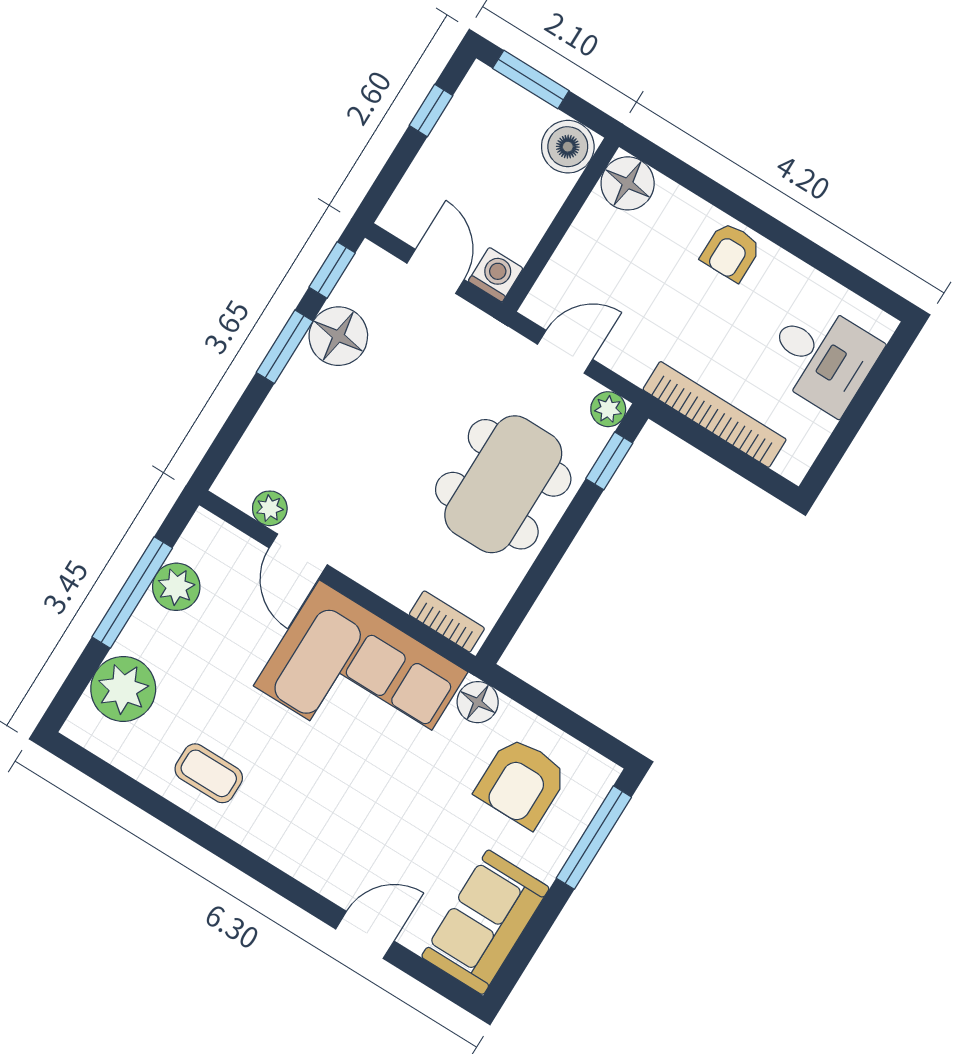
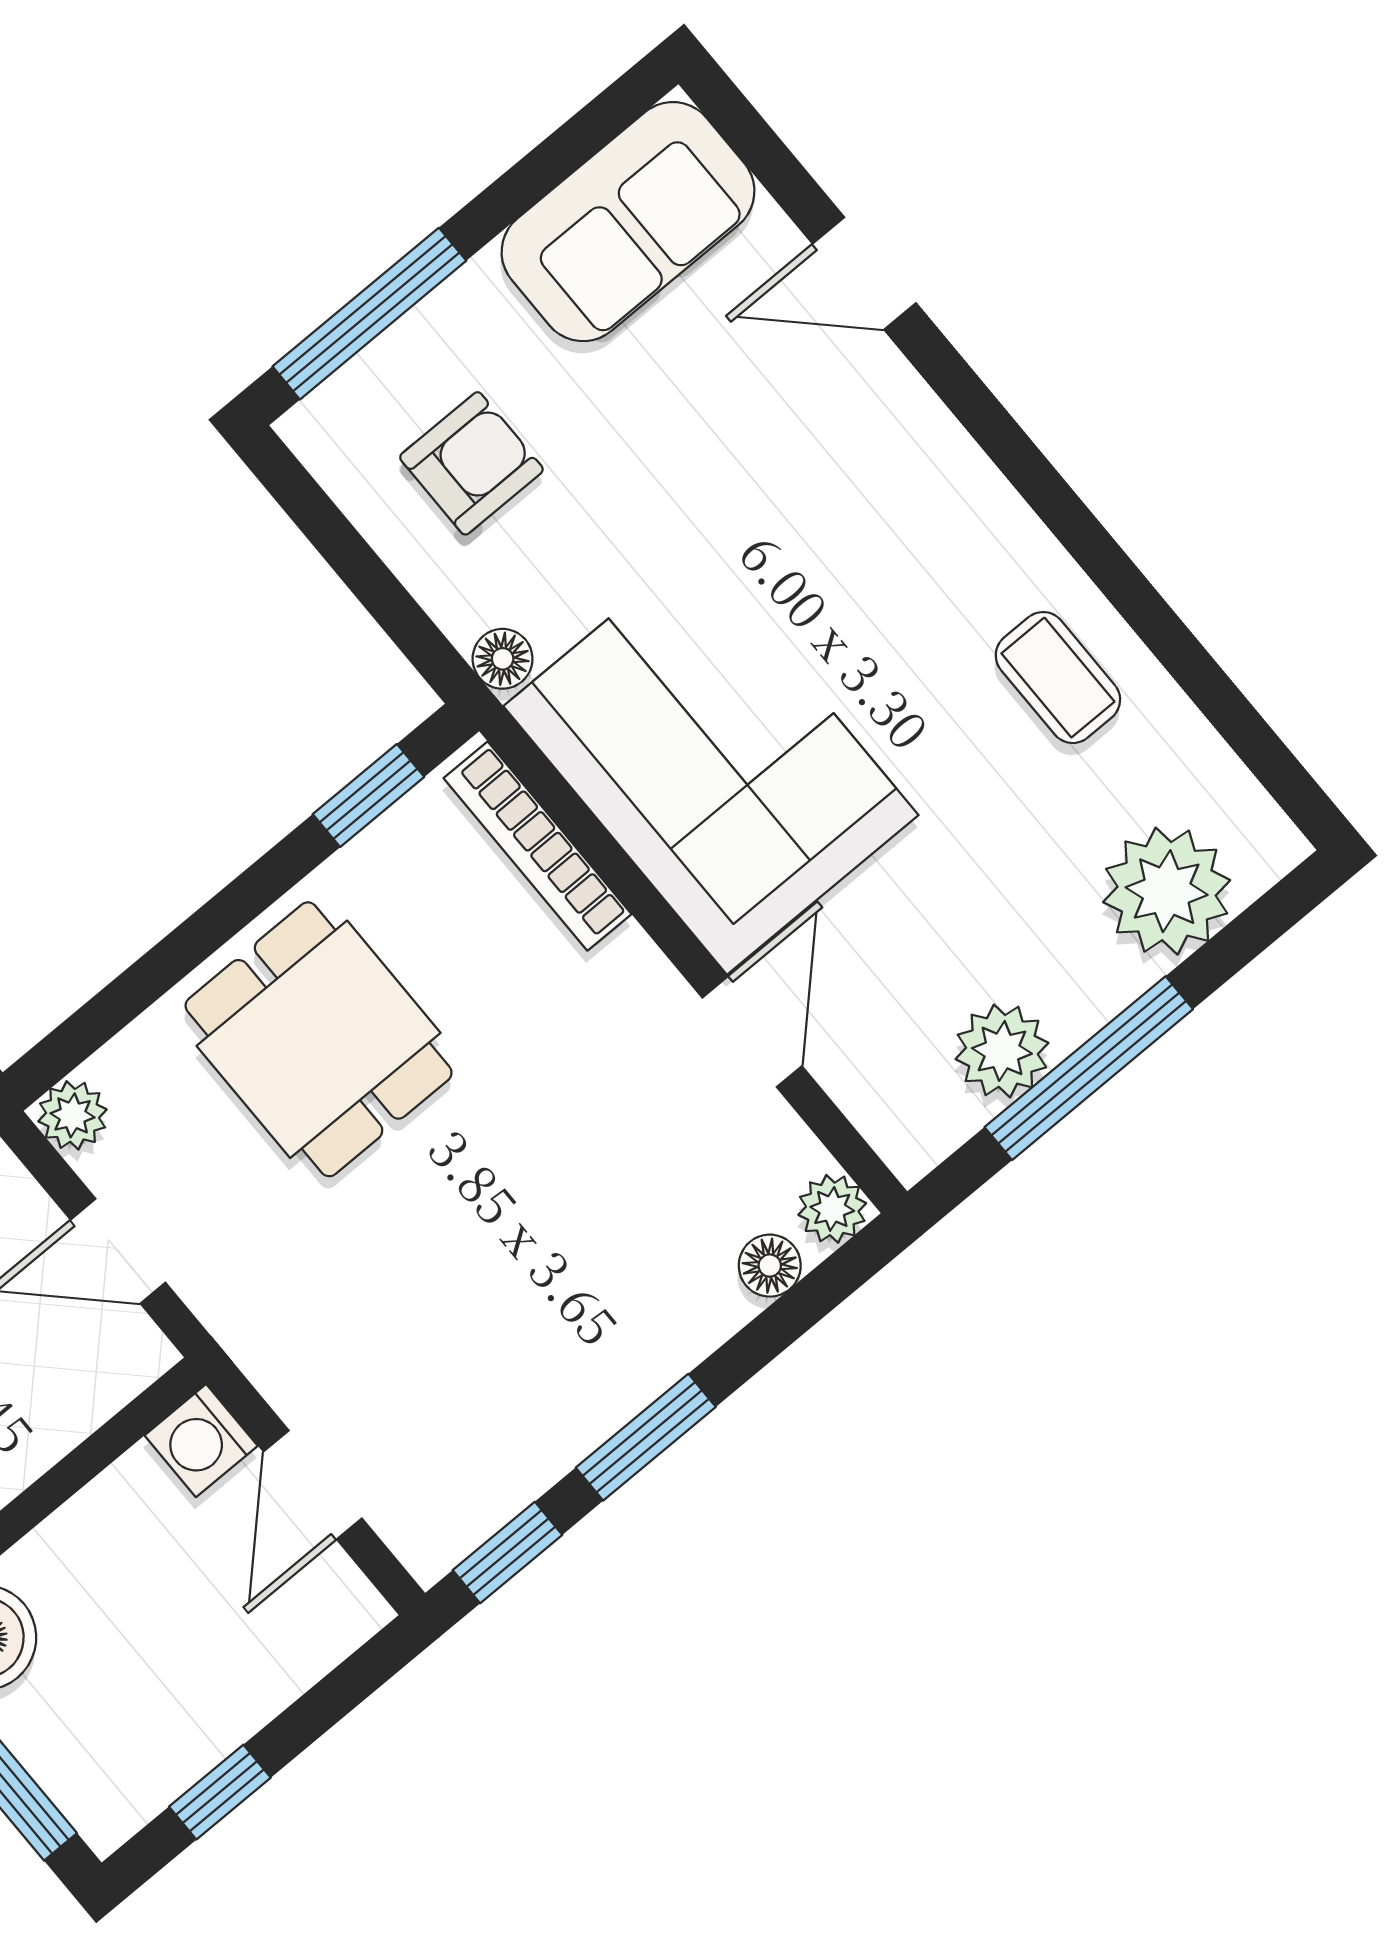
floor lamp: (338, 336) -> (770, 1266), moved, width x0.53, depth x0.53
window: (609, 461) -> (368, 796), moved
dining table: (503, 484) -> (319, 1039), width x0.73
plant: (270, 508) -> (832, 1209), moved
bookcase: (447, 621) -> (537, 846), width x1.56
floor lamp: (478, 702) -> (503, 659), width x0.73, depth x0.73
armchair: (522, 782) -> (471, 463), width x0.72, depth x0.72

